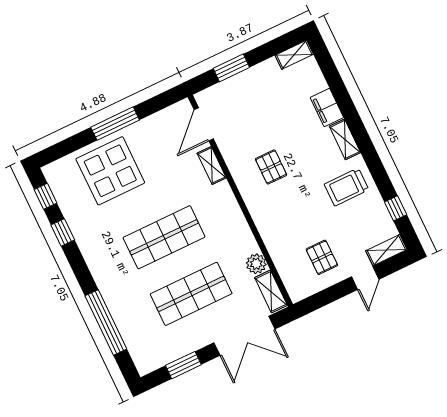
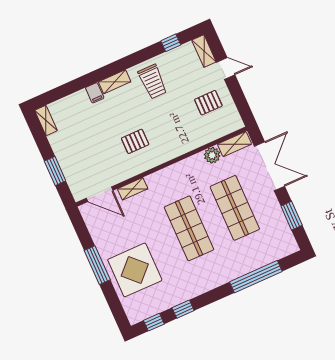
filing cabinet: (327, 108) -> (95, 93), width x0.50

